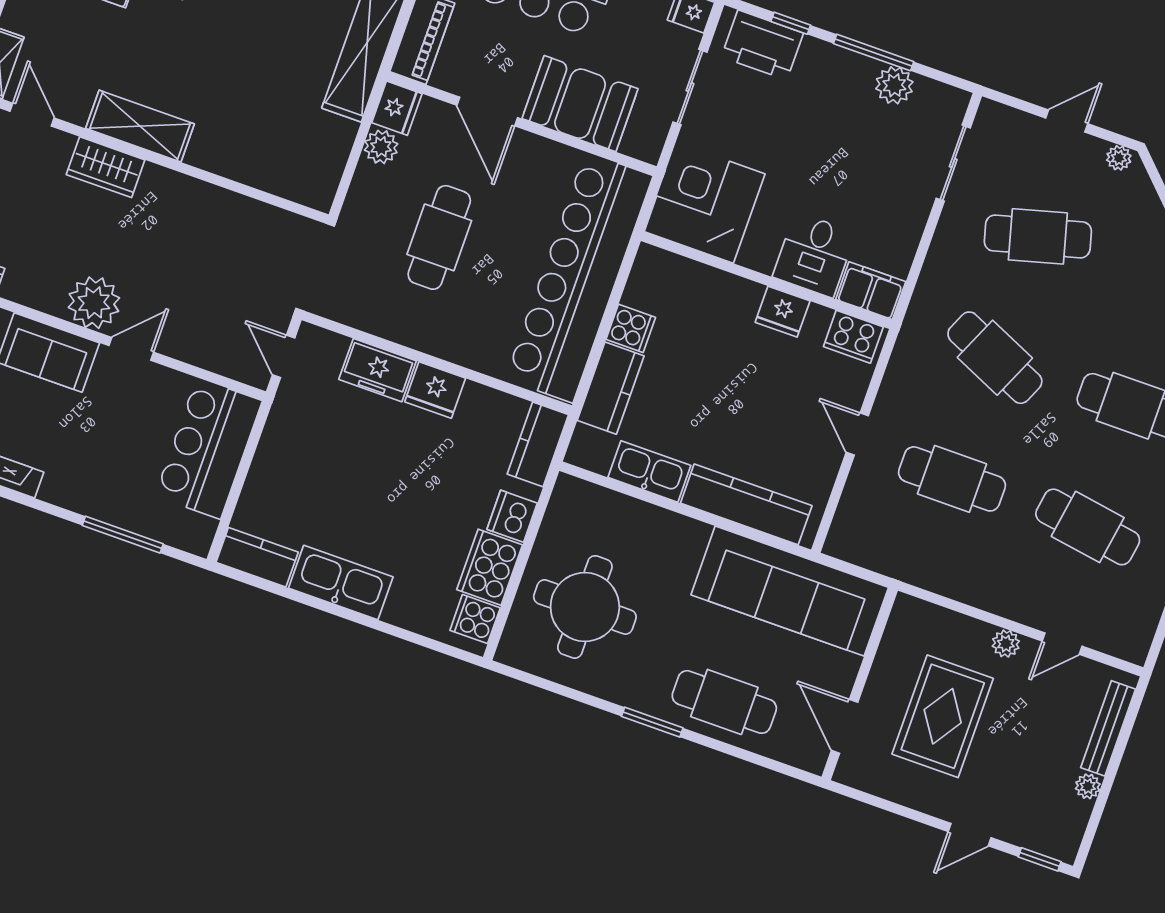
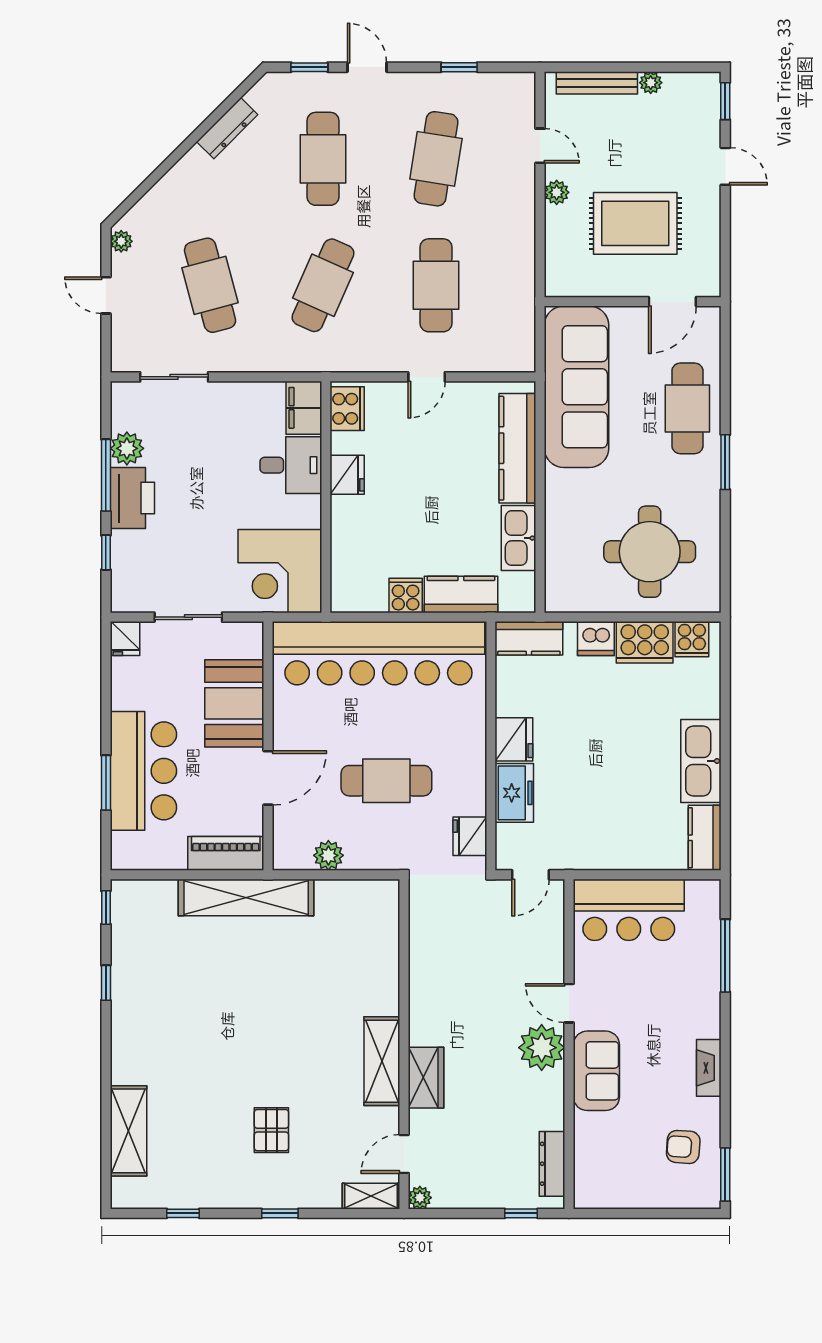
printer: (762, 45) -> (132, 498), moved
fridge: (397, 108) -> (470, 836), moved, turned -90

